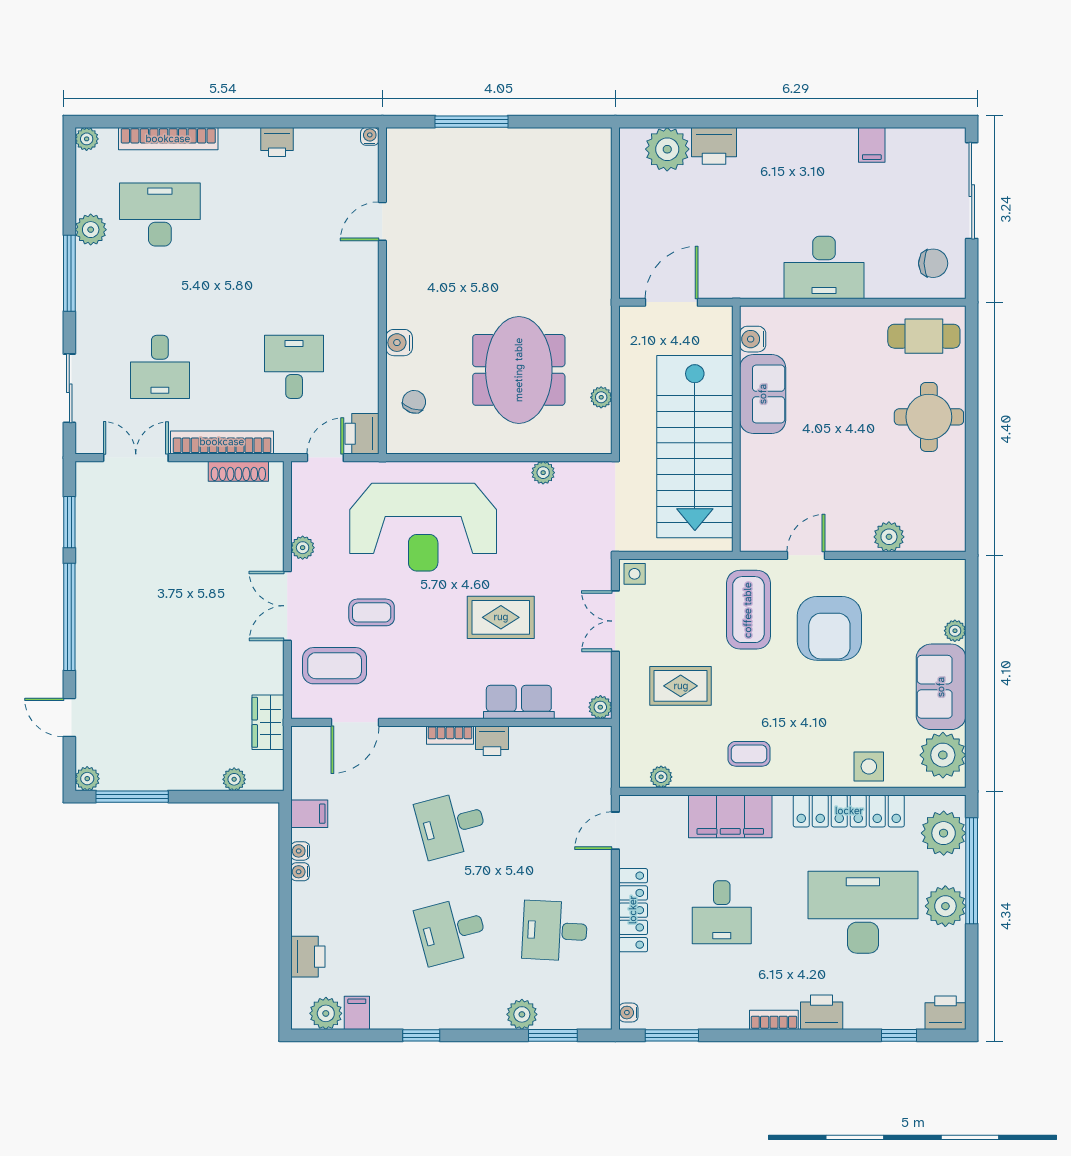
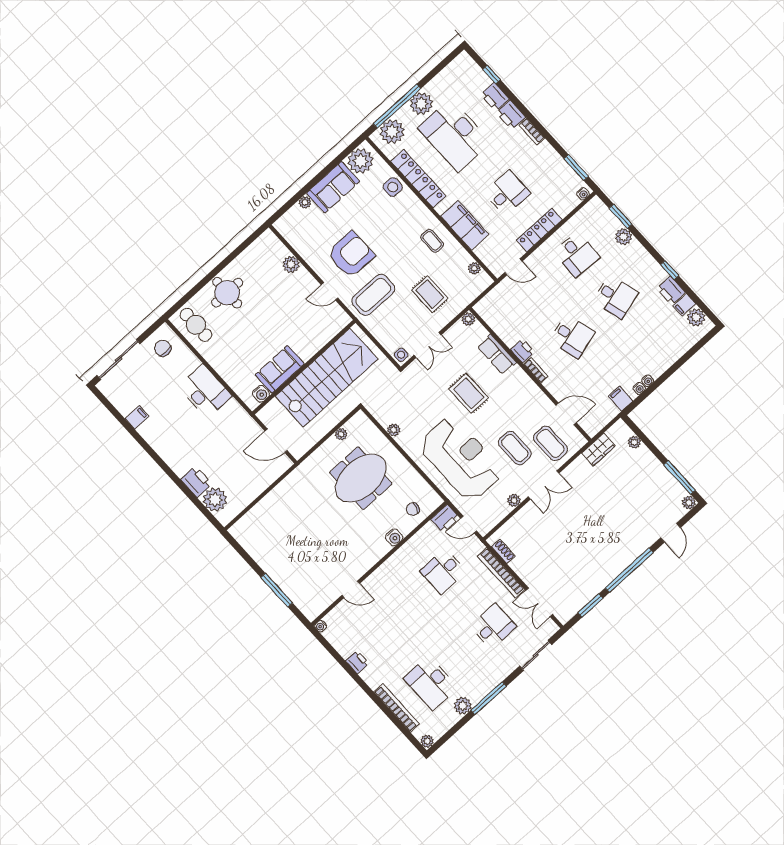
shoe rack: (238, 471) -> (503, 552), width x0.70
coffee table: (372, 612) -> (515, 448), width x1.36, depth x1.30
printer: (308, 957) -> (671, 290), moved, turned -90
printer: (945, 1013) -> (495, 97), moved

